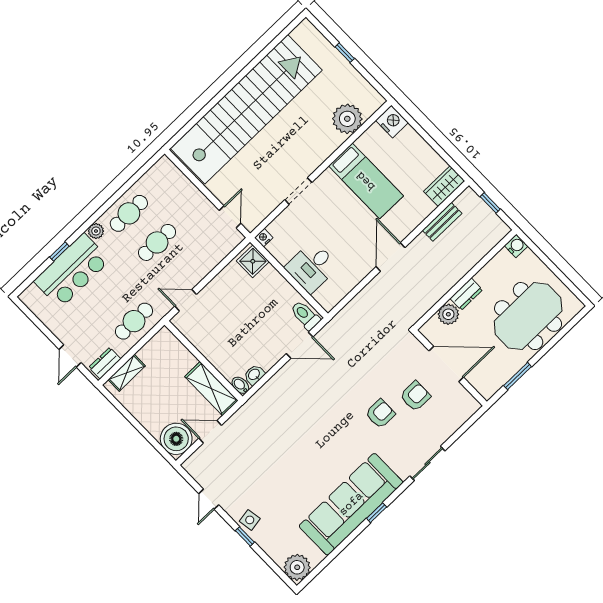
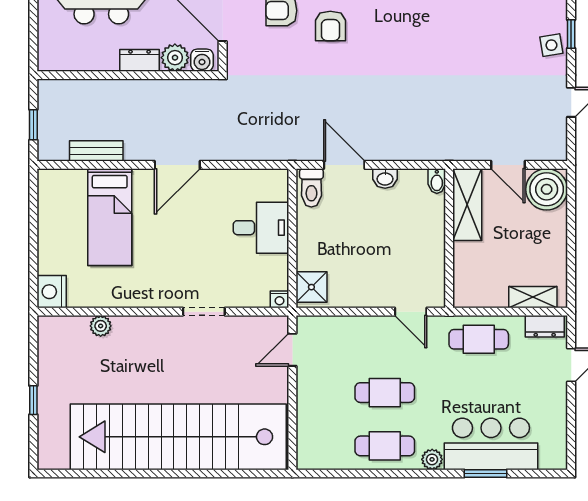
plant: (347, 119) -> (101, 326), width x0.53, depth x0.53
bed: (366, 181) -> (110, 217), moved, turned 180
wardrobe: (444, 186) -> (61, 183), removed
water cooler: (516, 246) -> (202, 60), moved, turned -90
window: (59, 252) -> (486, 474), width x1.50
washbasin: (254, 375) -> (385, 178), moved
armchair: (380, 414) -> (330, 26), turned -90

